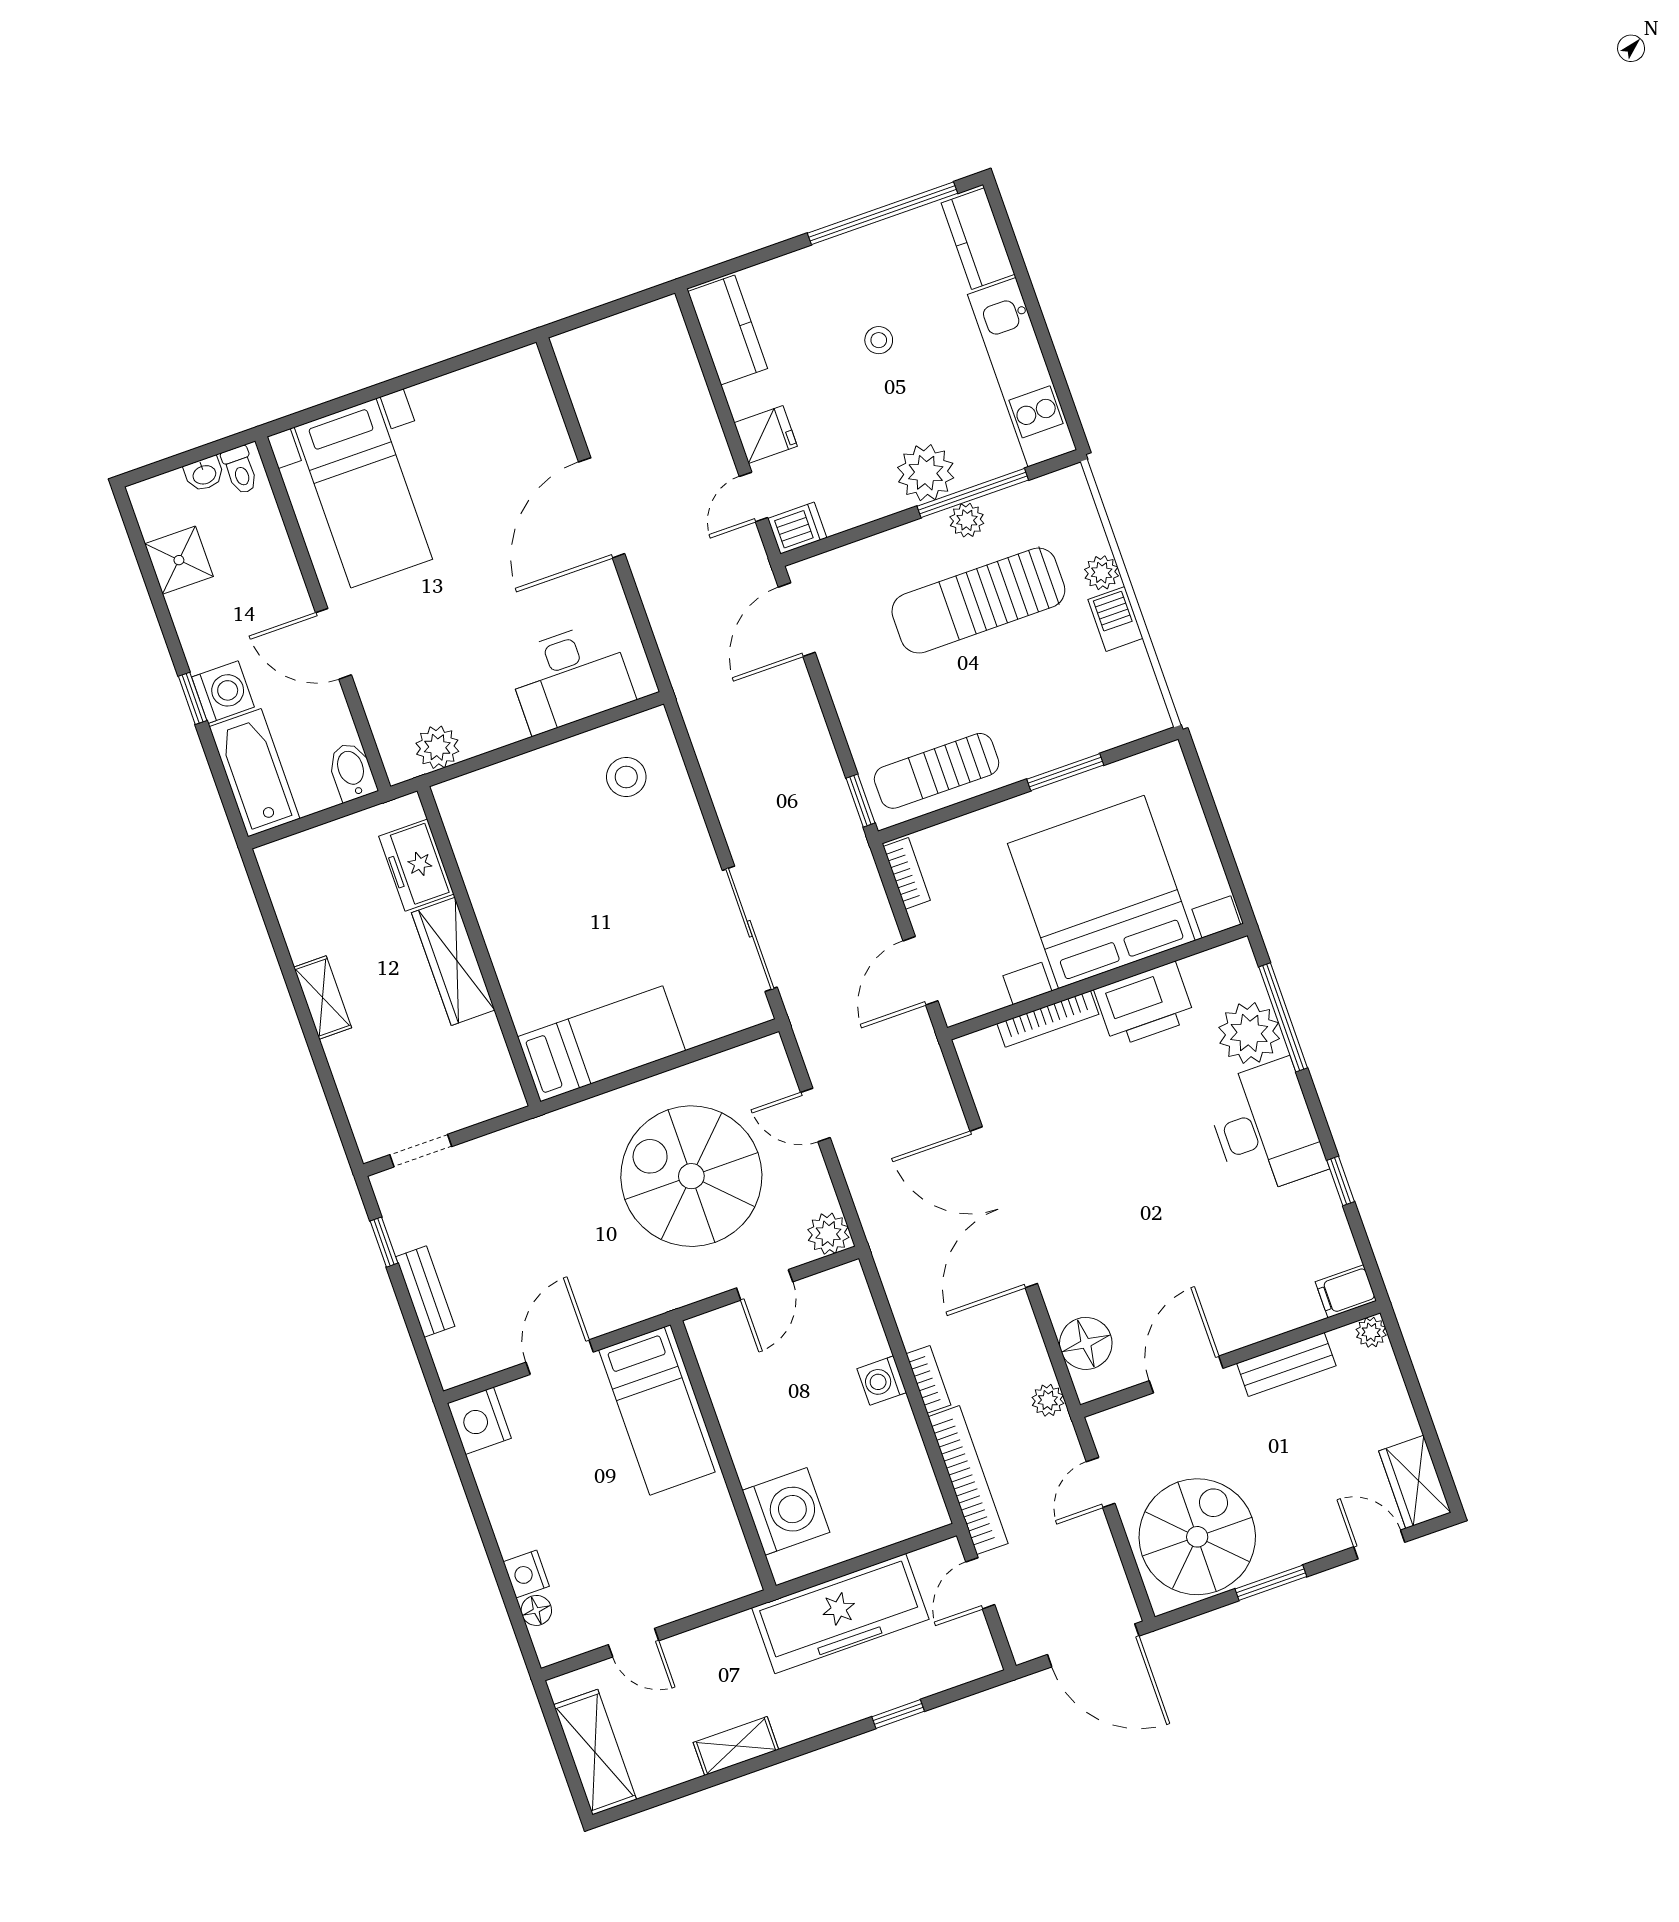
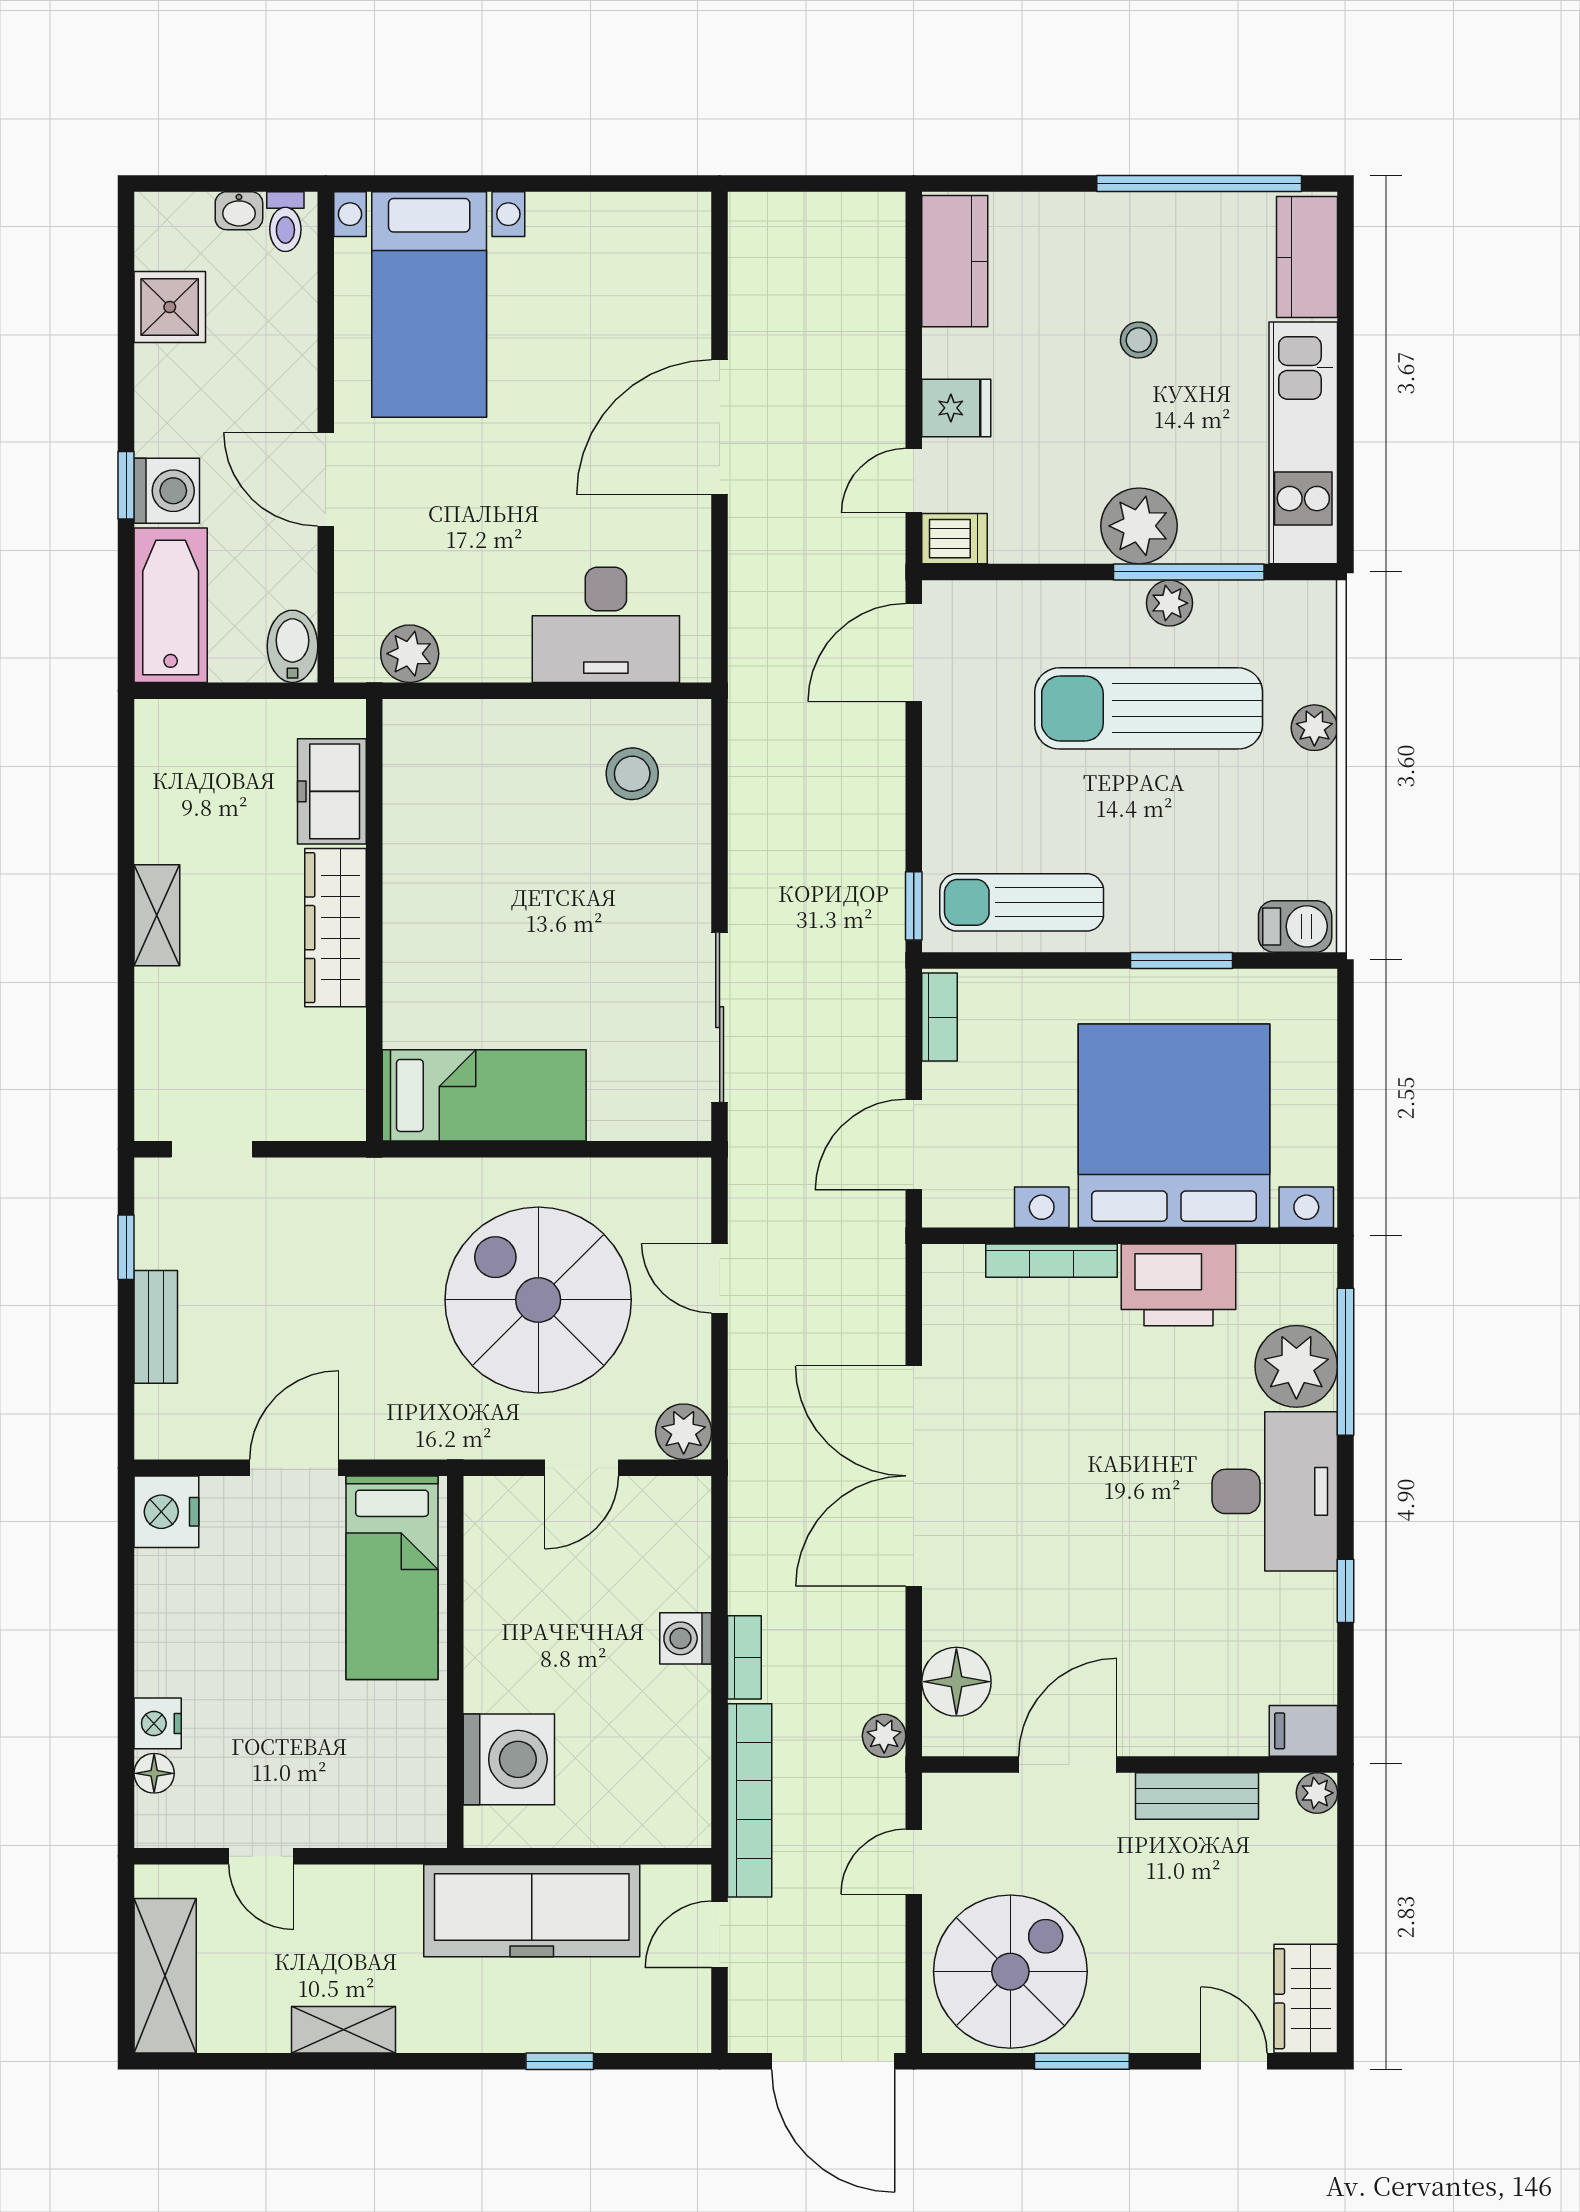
barbecue: (1115, 619) -> (1295, 926), moved, turned 90

